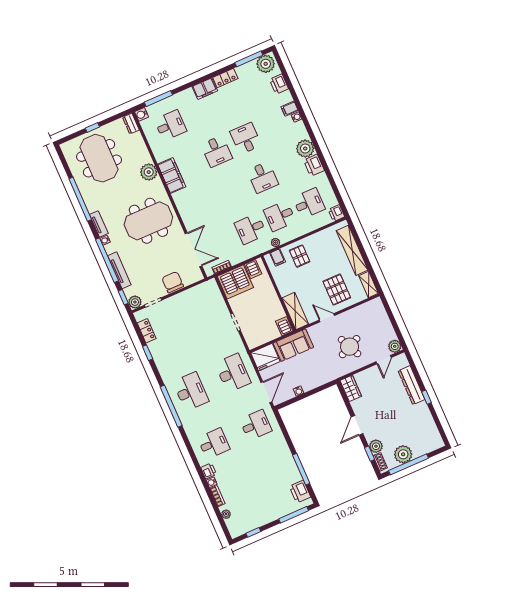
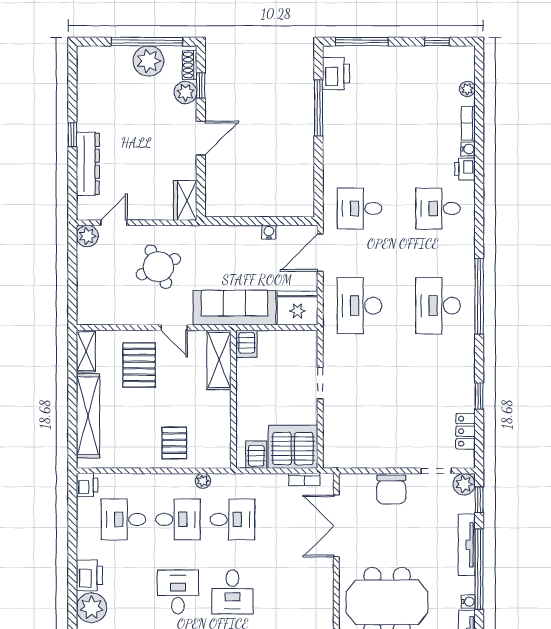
desk: (234, 190) -> (232, 592), added
filing cabinet: (278, 257) -> (210, 456), removed
sofa: (293, 345) -> (234, 308), width x1.36

